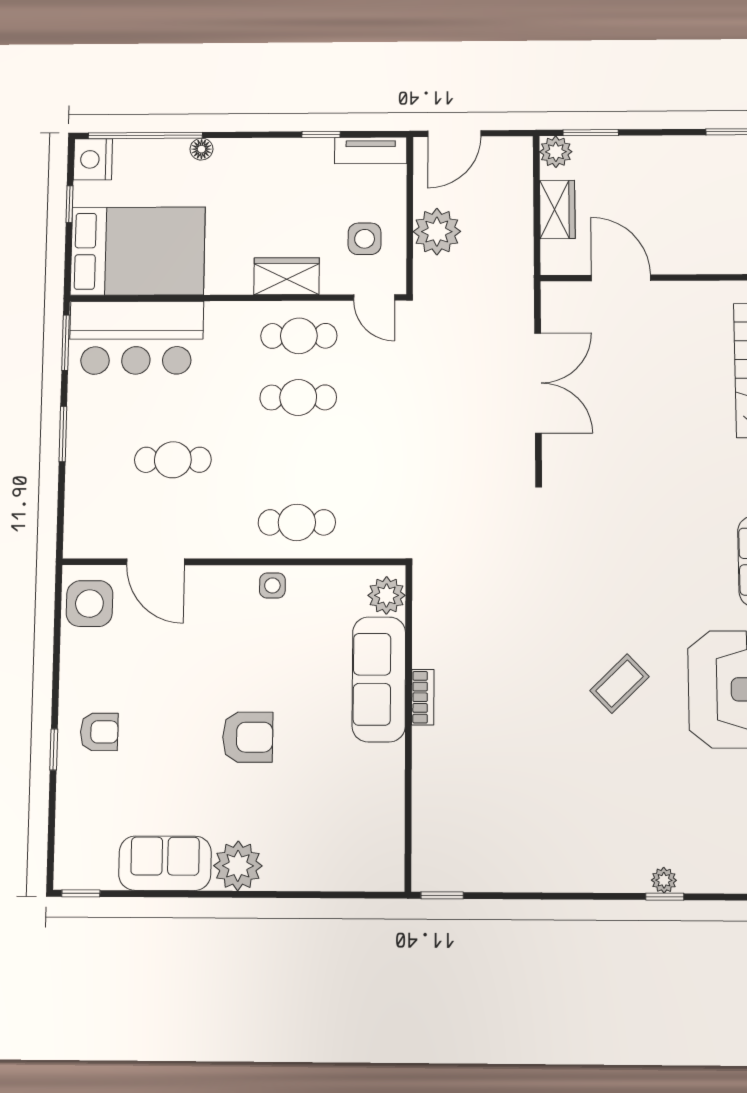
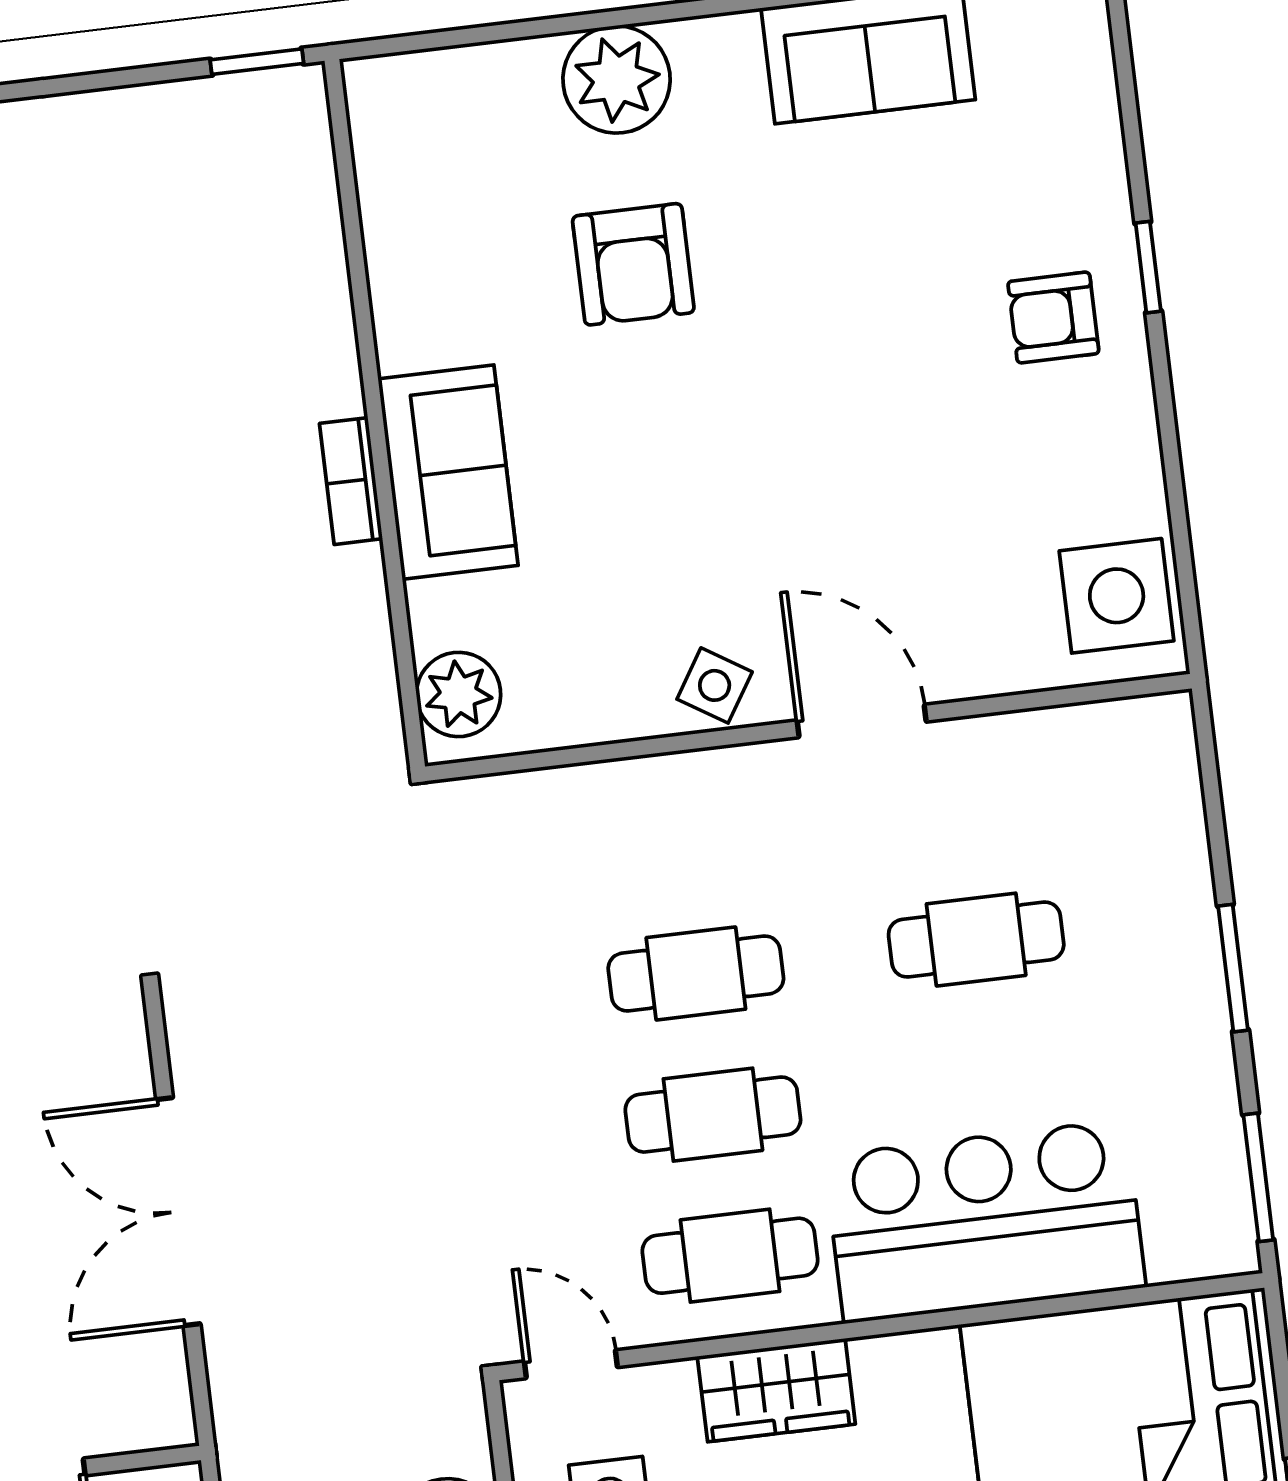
bar counter: (136, 338) -> (985, 1221), moved
cafe table: (297, 522) -> (696, 973), moved
door: (156, 562) -> (862, 721), moved
side table: (272, 585) -> (715, 685), turned 32
sofa: (379, 679) -> (448, 472), width x0.73
armchair: (248, 737) -> (633, 264), moved, turned -90
plant: (238, 866) -> (617, 79), moved

